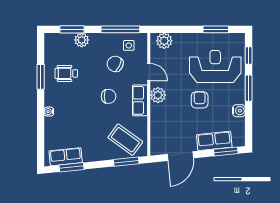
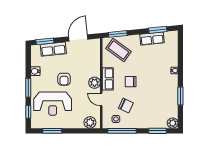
plant: (82, 40) -> (173, 123), moved
wheelchair: (66, 73) -> (162, 99), removed
row of seats: (66, 157) -> (152, 39), moved

